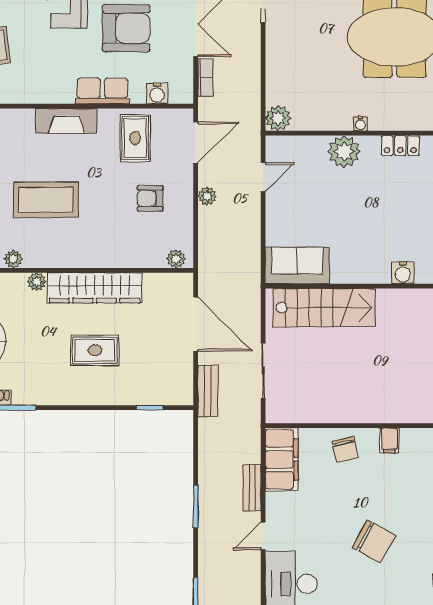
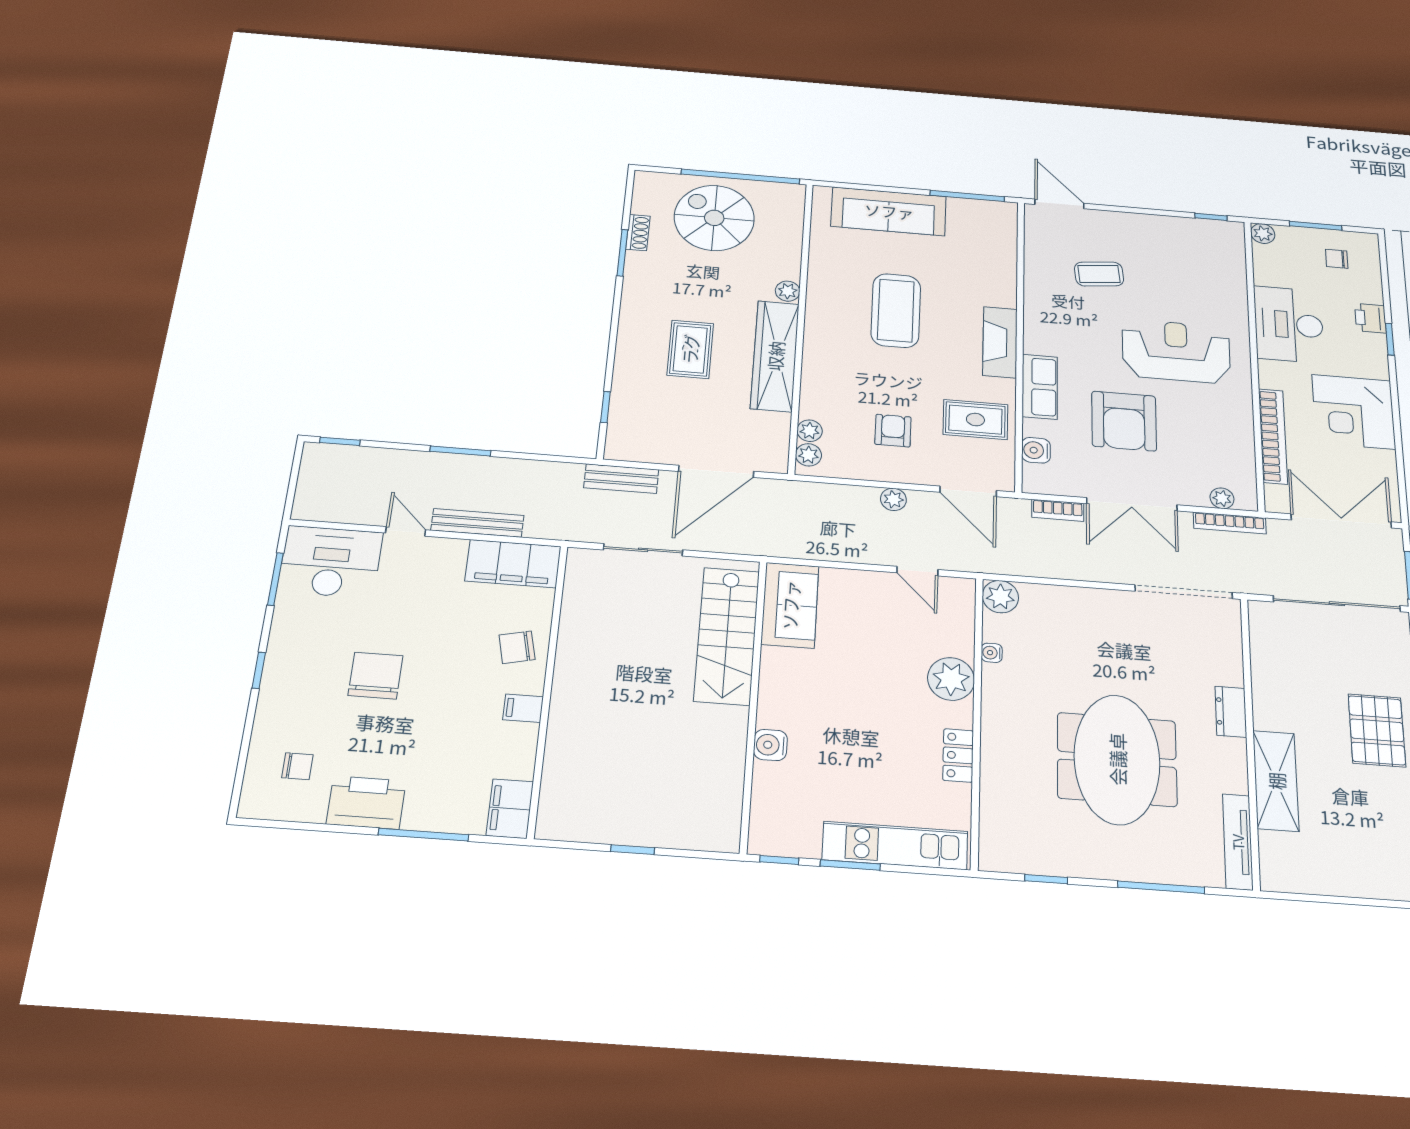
water cooler: (360, 124) -> (992, 653), moved
plant: (13, 259) -> (810, 431), moved
bench: (252, 488) -> (477, 523), width x1.36
chair: (374, 541) -> (375, 676), turned 151

